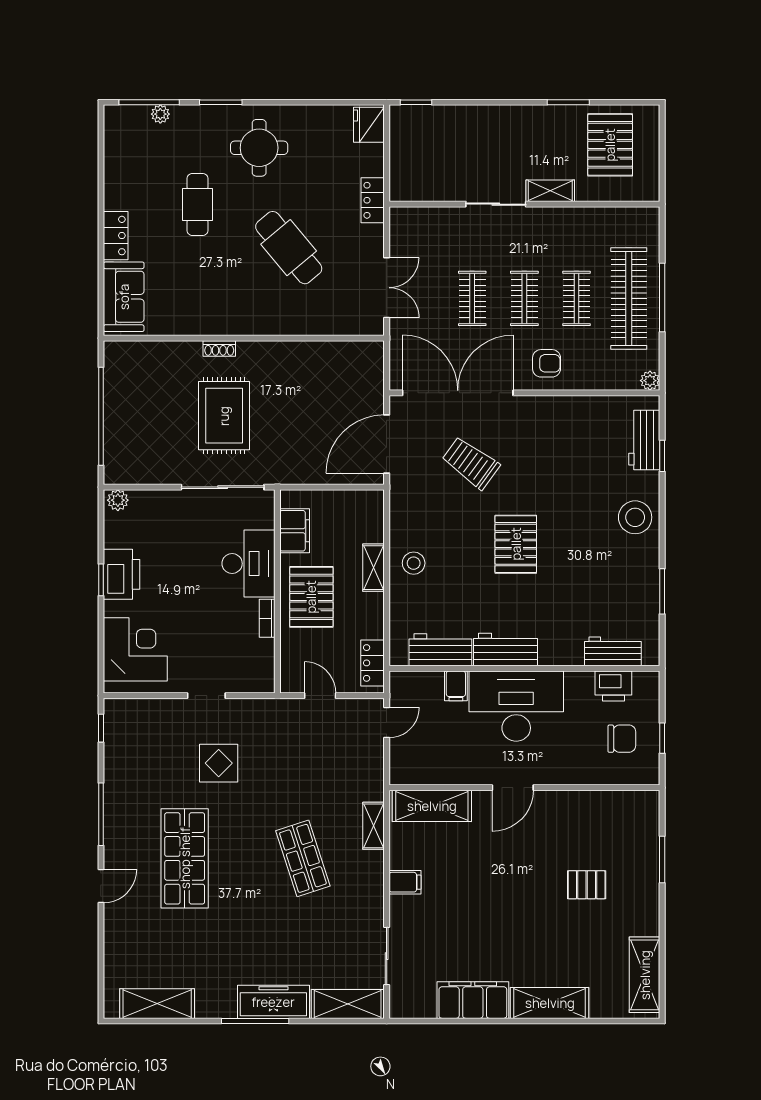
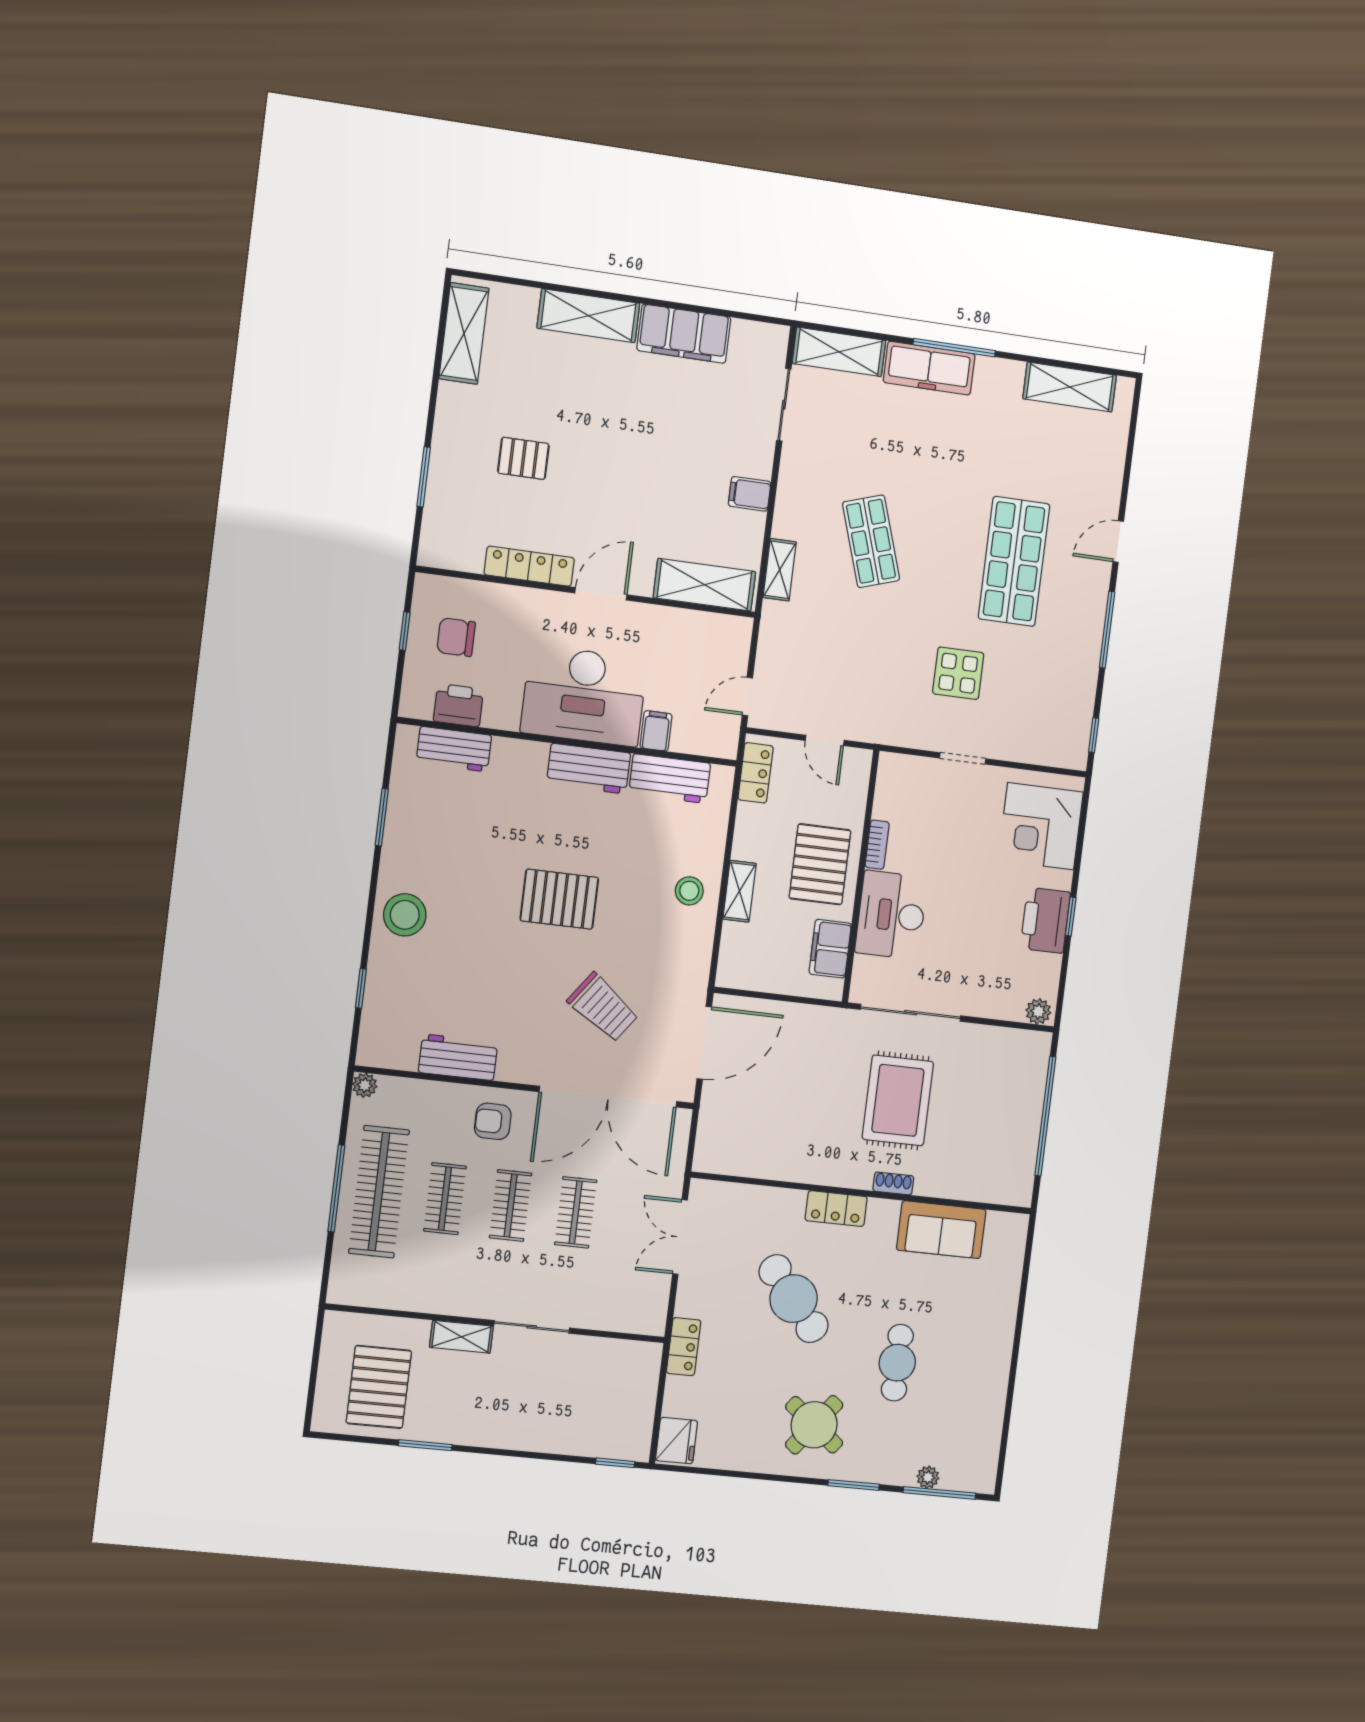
round table: (259, 148) -> (814, 1425), turned 38
locker: (116, 236) -> (836, 1209), moved, turned -90
sofa: (124, 297) -> (941, 1230), moved, turned -90
workbench: (644, 440) -> (458, 1057), moved, turned -90
pallet: (516, 544) -> (559, 899), turned 90
locker: (572, 802) -> (529, 566), added

